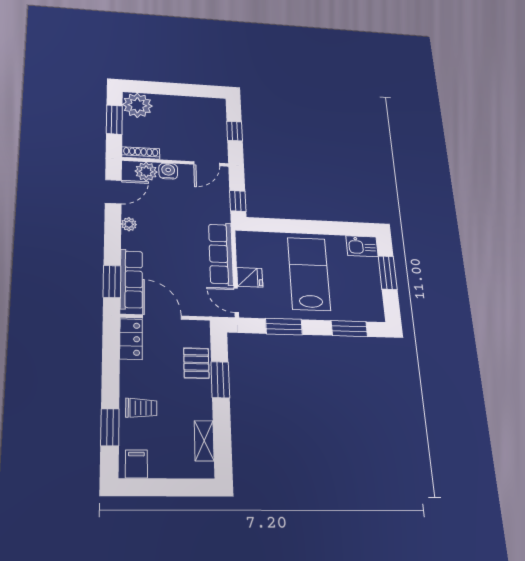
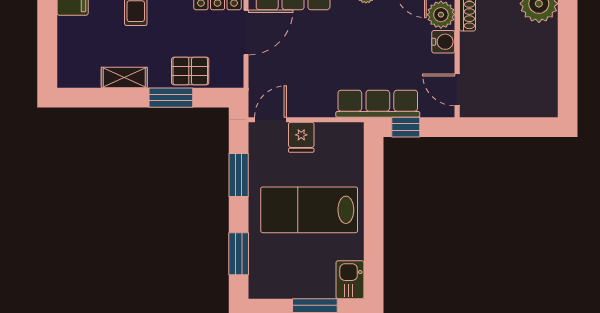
window: (235, 131) -> (509, 127), removed
row of seats: (221, 254) -> (378, 104), moved
lab bench: (309, 274) -> (309, 210), turned 180
shelving: (204, 441) -> (124, 77), moved

